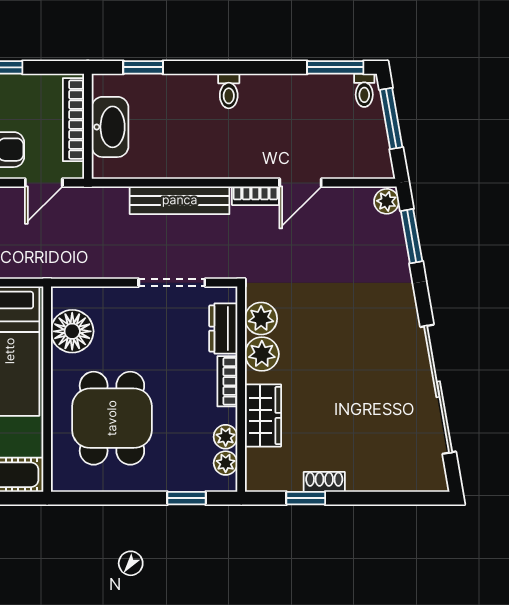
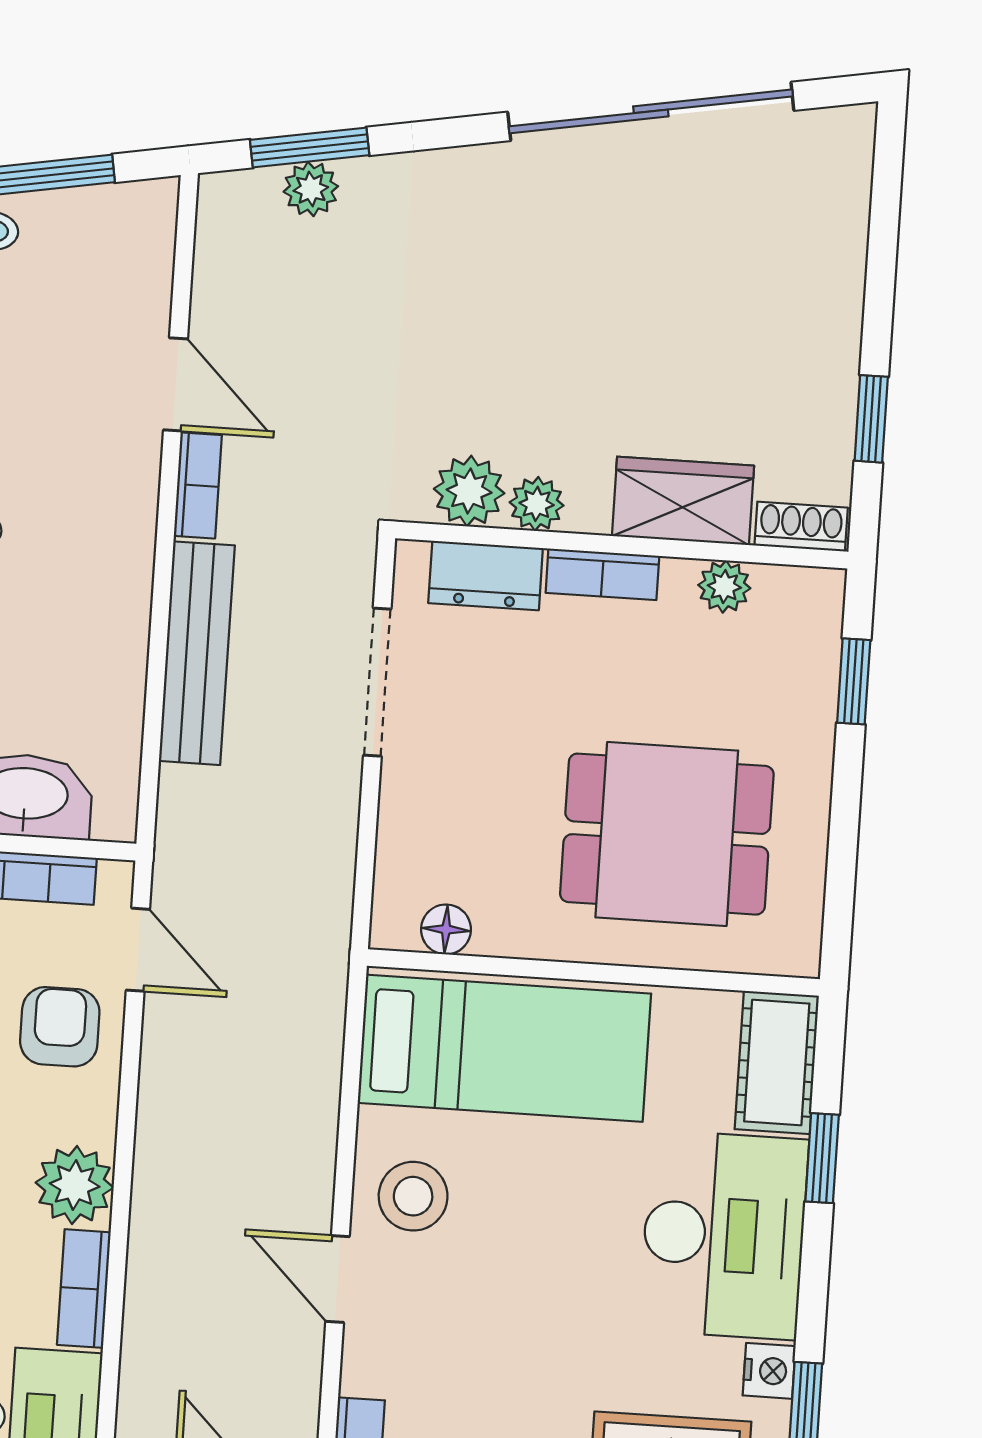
plant: (386, 201) -> (311, 189), moved
floor lamp: (72, 331) -> (446, 929), width x0.53, depth x0.53
plant: (262, 354) -> (537, 504), width x0.73, depth x0.73
plant: (226, 463) -> (782, 590), removed
shoe rack: (324, 482) -> (801, 527), moved, turned 90

